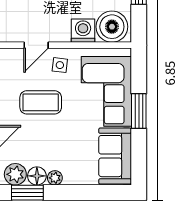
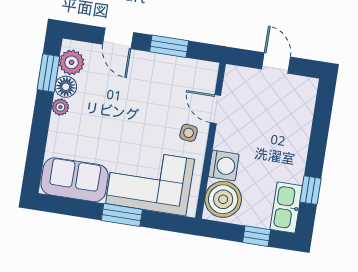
coffee table: (41, 102) -> (149, 104), removed

